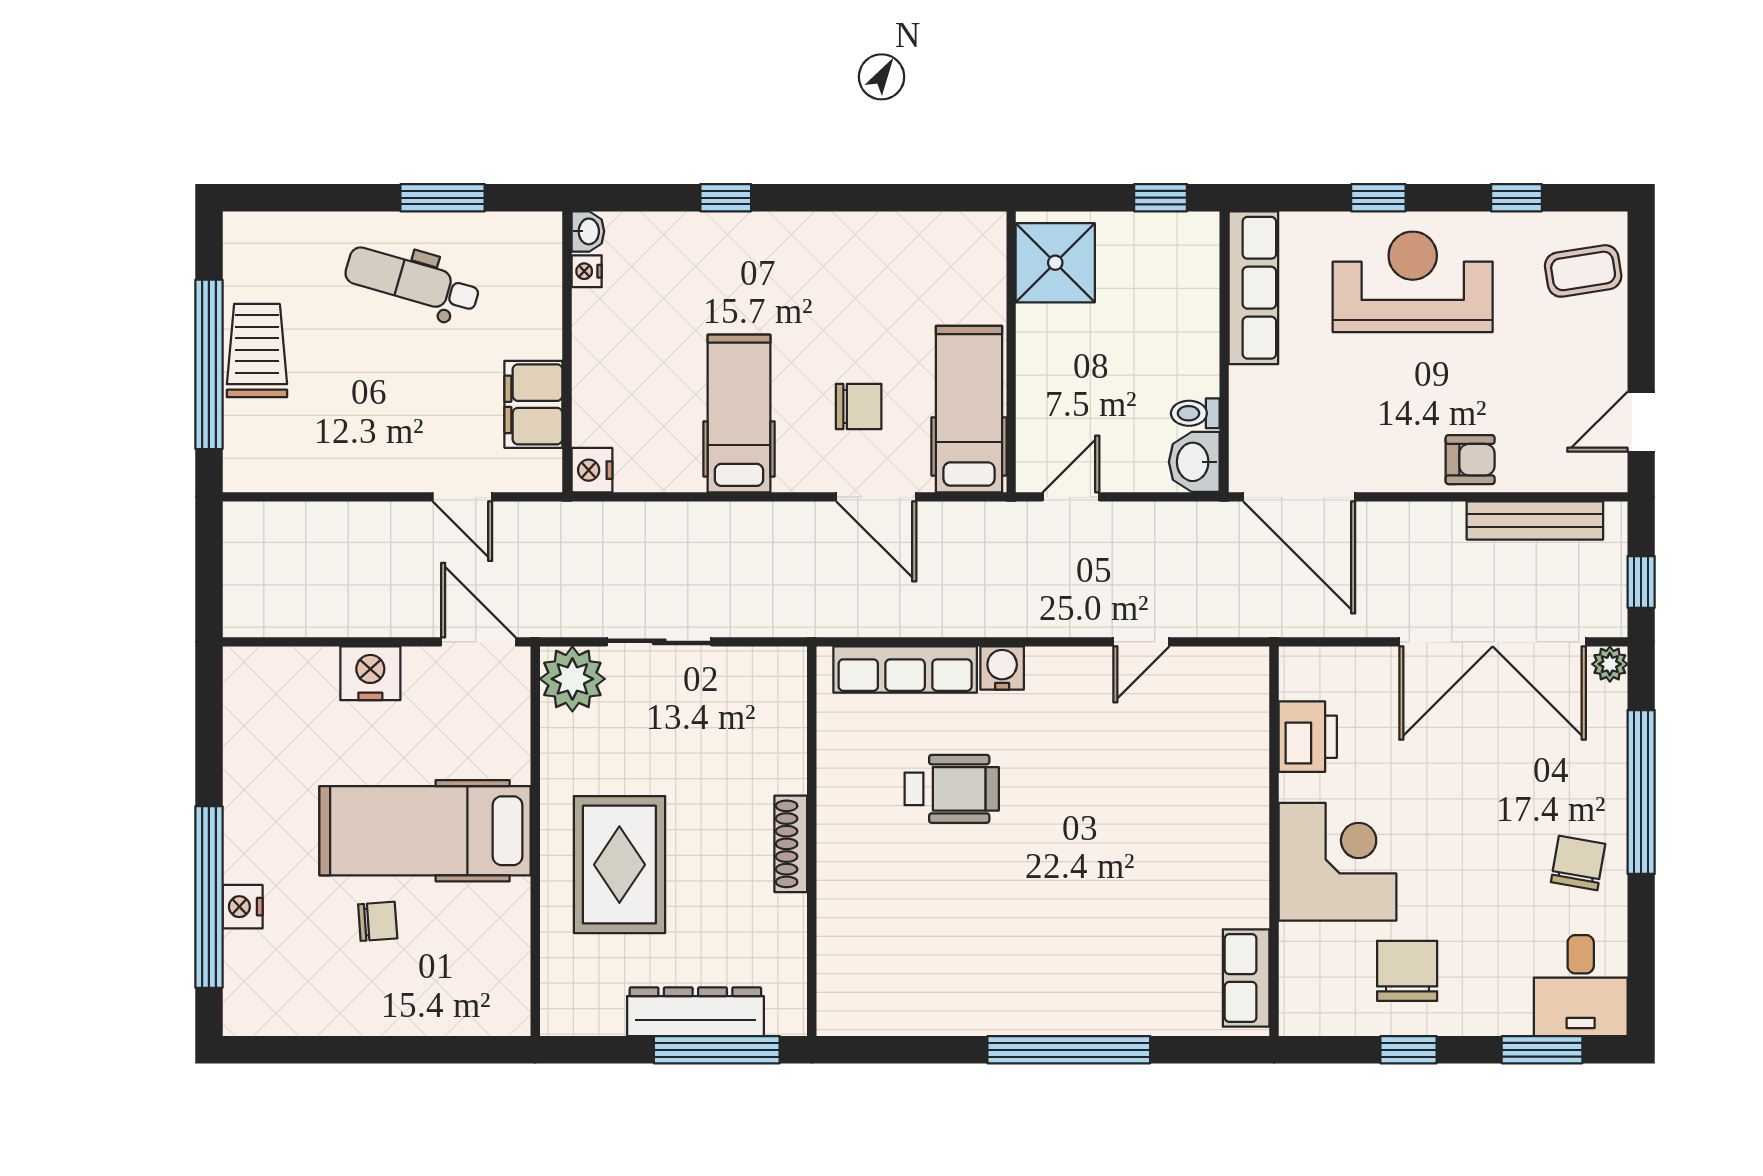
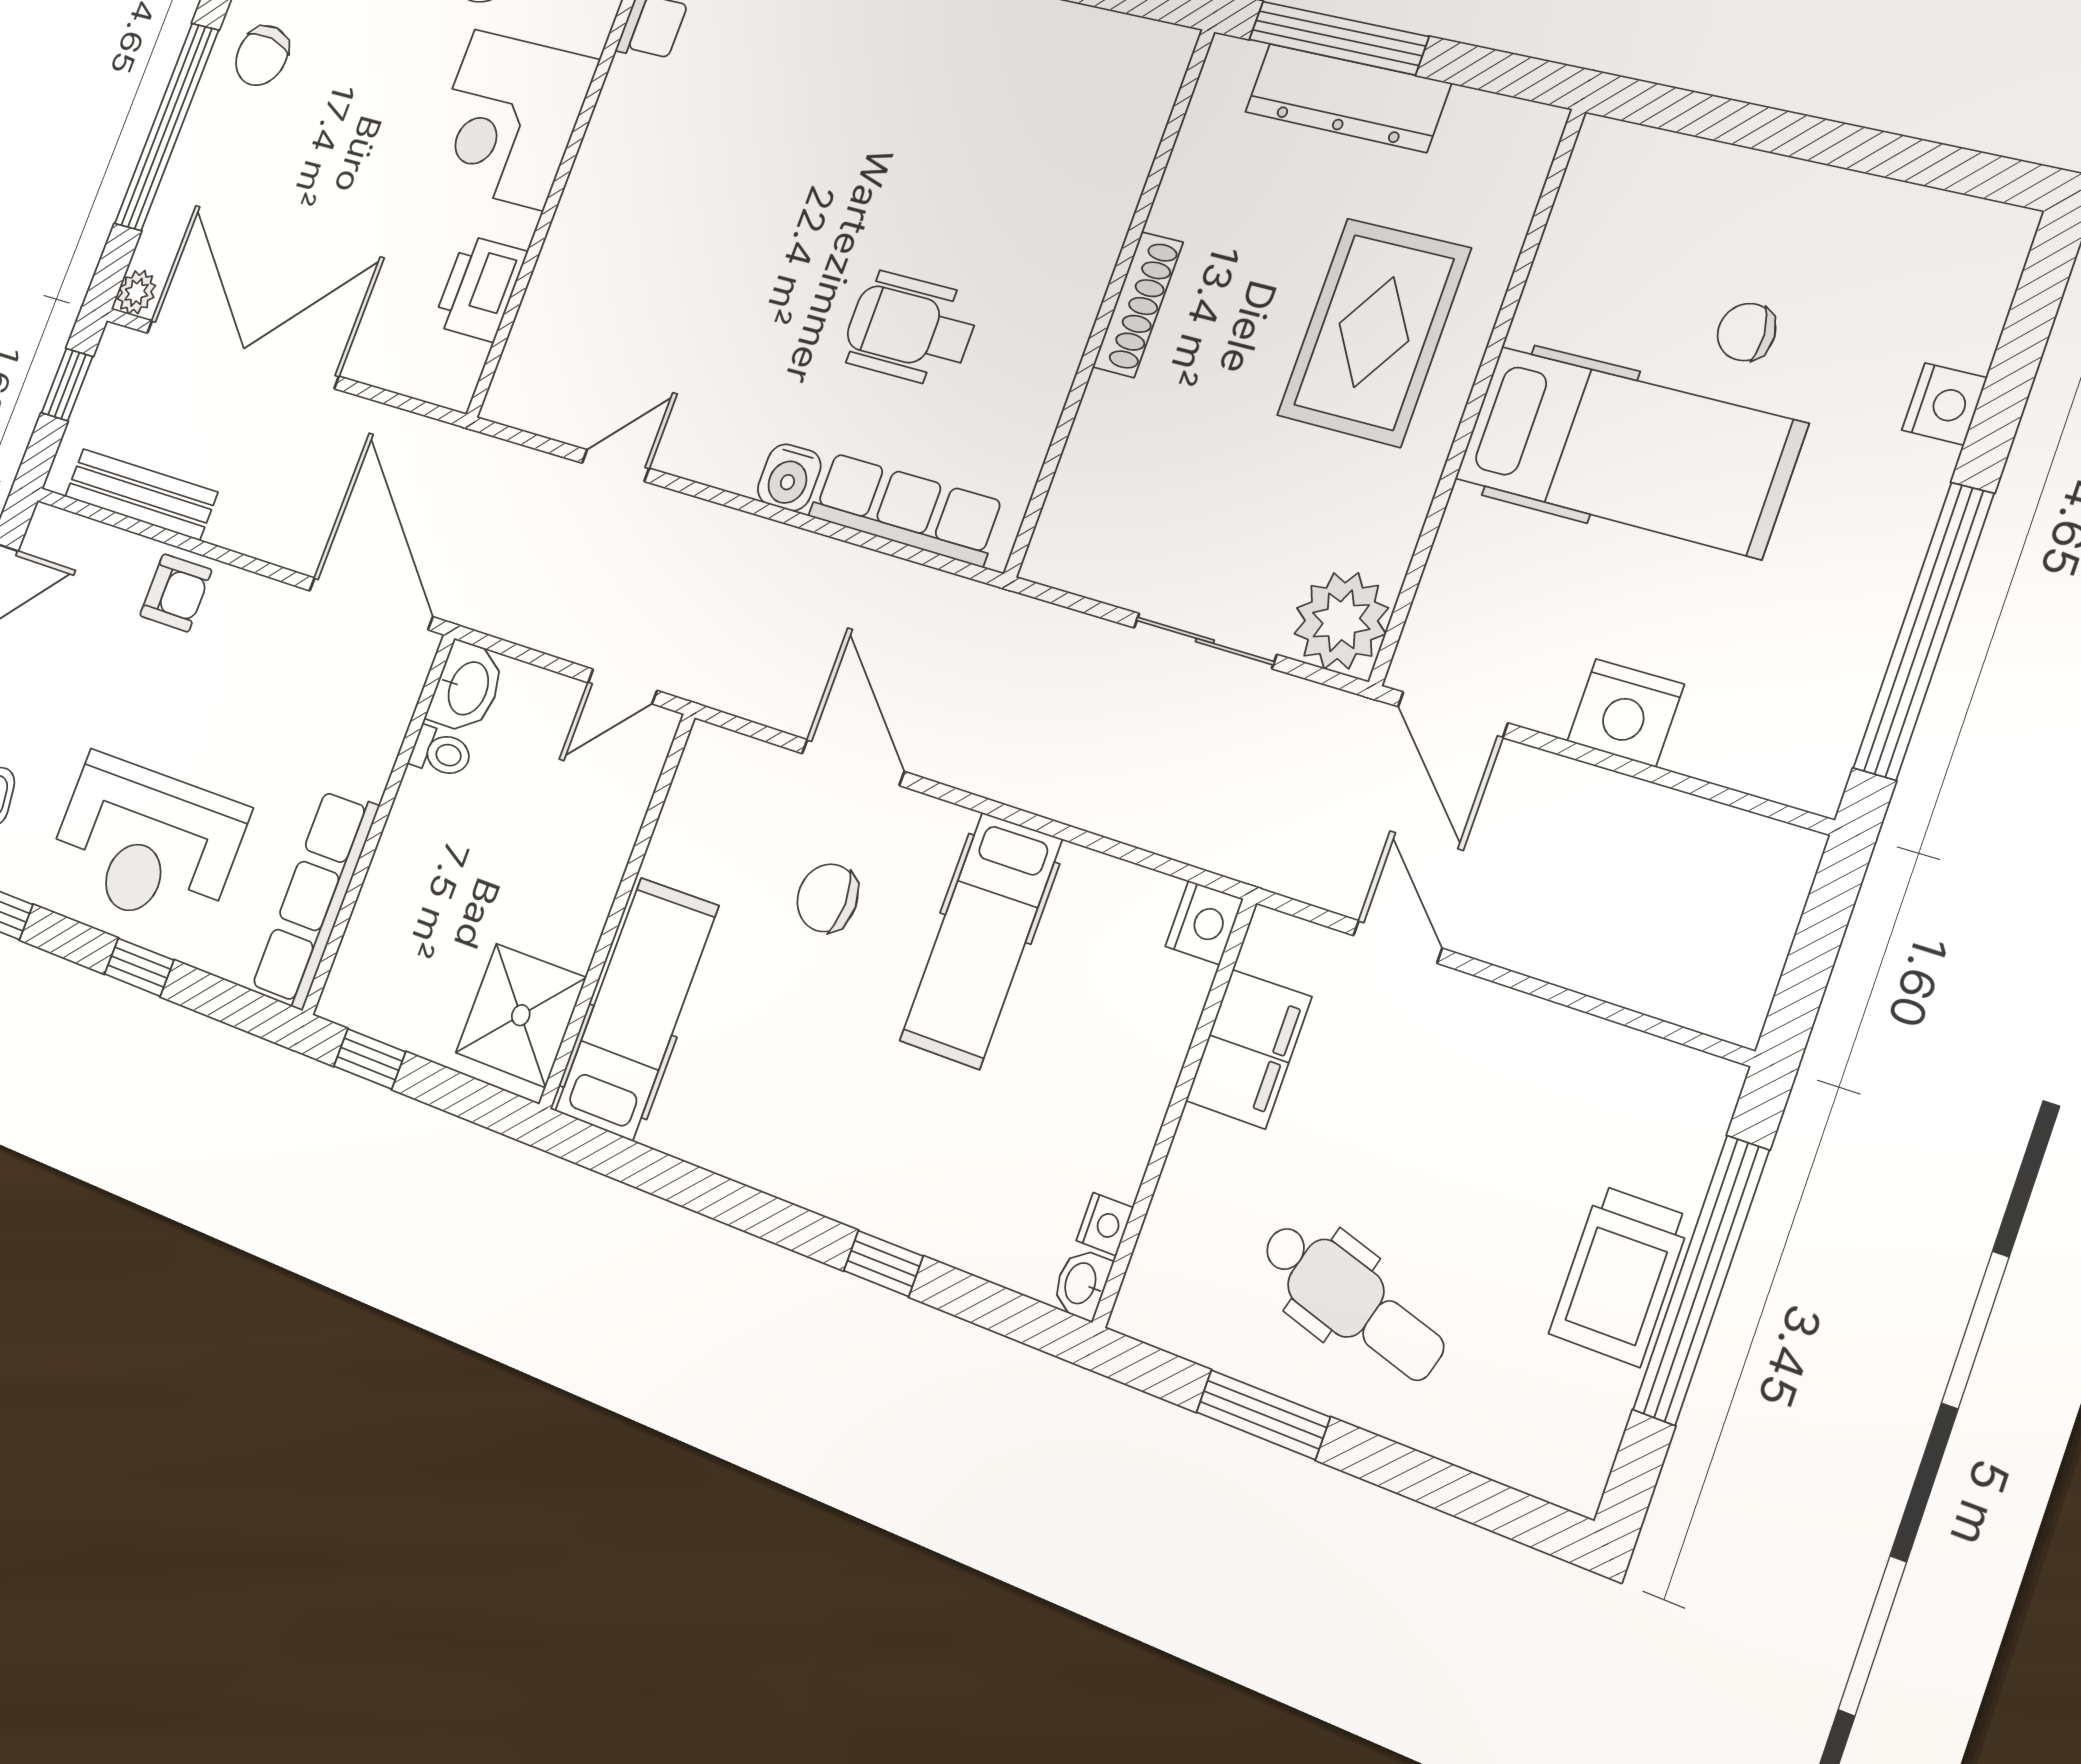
hospital bed: (969, 409) -> (637, 1009), moved, turned 180
armchair: (1470, 460) -> (176, 593), turned 180
window: (209, 897) -> (1924, 631), moved

